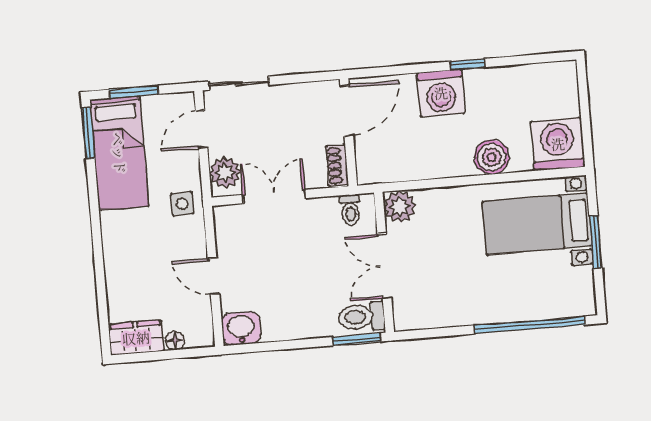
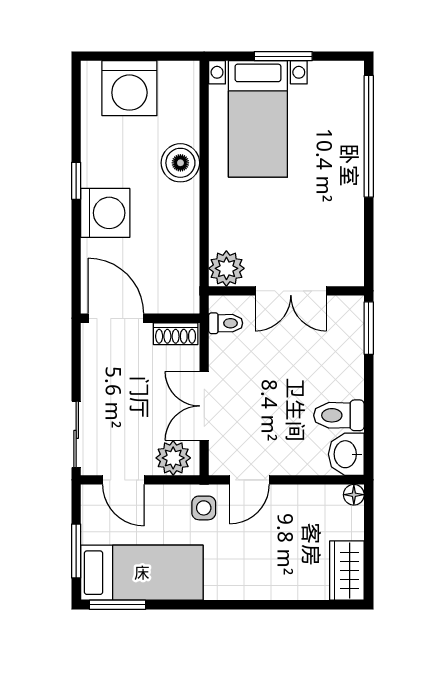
washing machine: (558, 144) -> (129, 88), moved, turned -90
door: (214, 276) -> (249, 480), moved
toilet: (361, 317) -> (339, 415), moved, turned 90
floor lamp: (175, 341) -> (354, 495), moved

